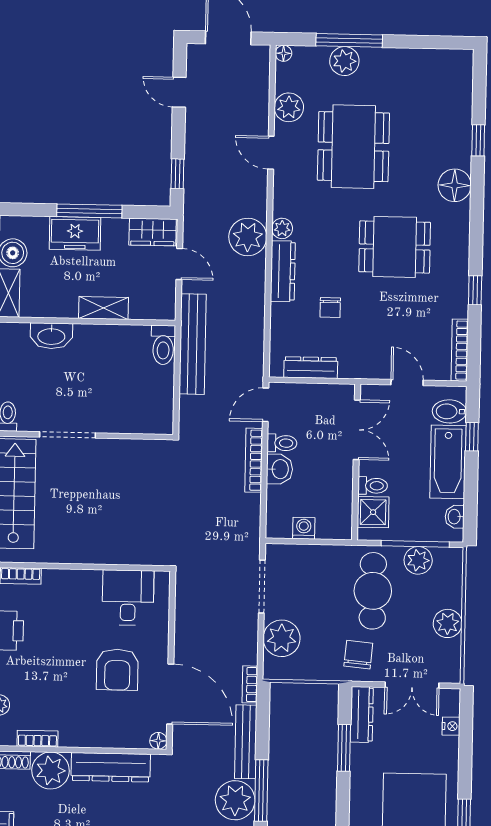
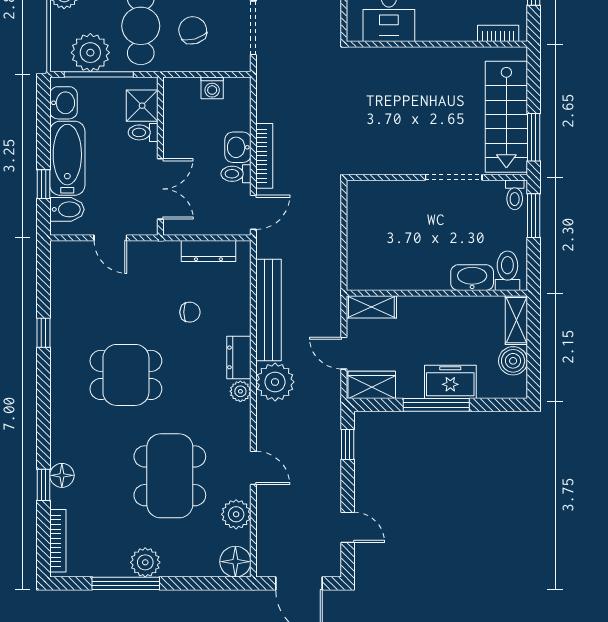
window: (349, 40) -> (126, 583), moved
floor lamp: (284, 53) -> (235, 562), width x1.89, depth x1.89
plant: (344, 61) -> (145, 562), moved
floor lamp: (455, 185) -> (62, 475), moved, width x0.73, depth x0.73
dresser: (283, 271) -> (239, 357), width x0.70
shelving: (103, 308) -> (371, 307), moved
chair: (330, 308) -> (190, 312), turned 90
bench: (193, 344) -> (269, 310), moved
toilet: (163, 345) -> (507, 271), moved
bookcase: (460, 350) -> (58, 541), moved
double door: (357, 430) -> (160, 189), swing flipped
washbasin: (455, 517) -> (63, 103), width x1.38, depth x1.45
plant: (418, 560) -> (90, 53), width x1.36, depth x1.36
chair: (322, 585) -> (193, 30), added

